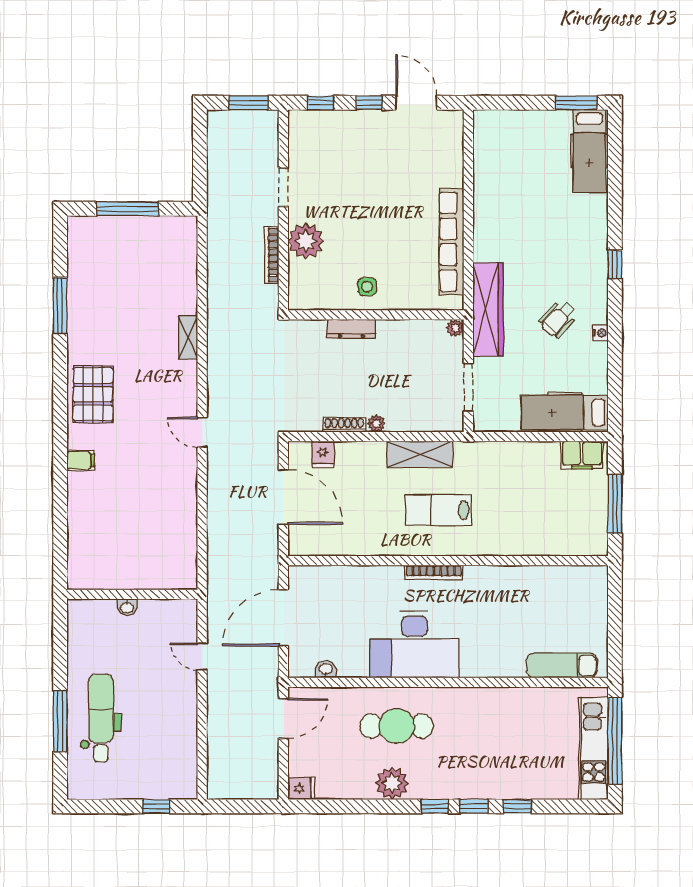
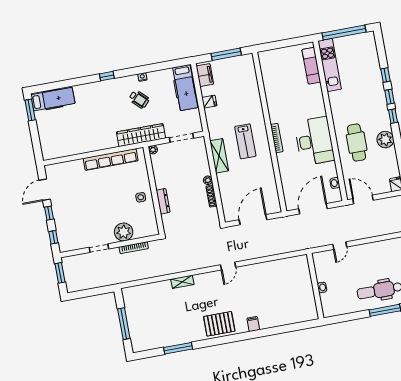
fridge: (323, 454) -> (209, 102), moved
door: (283, 618) -> (313, 209), swing flipped
kitchen unit: (594, 748) -> (330, 65), moved, turned -90

